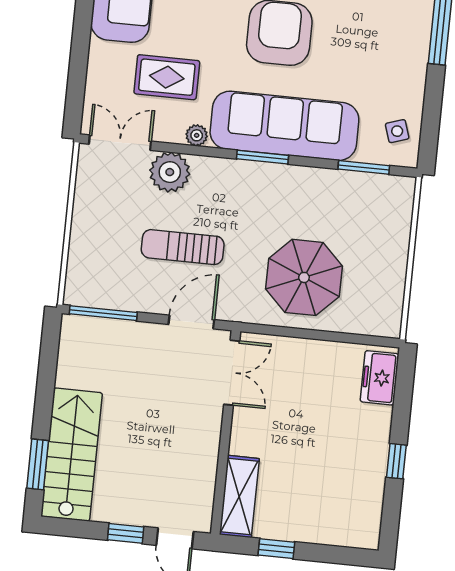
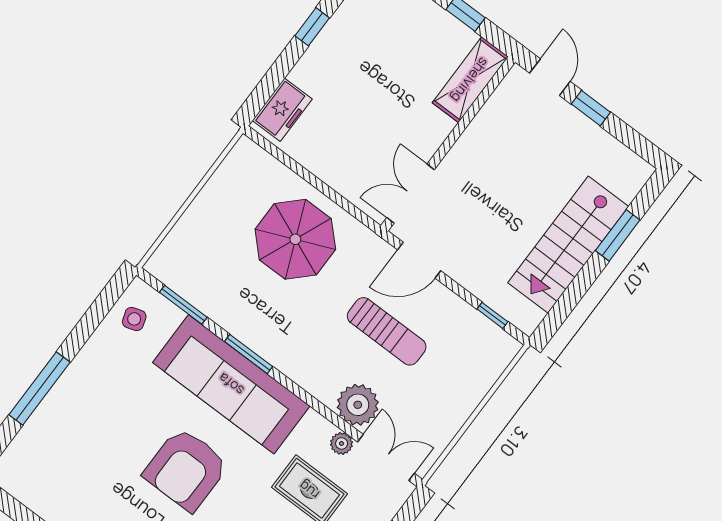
plant: (197, 135) -> (342, 443), moved
double door: (120, 143) -> (386, 458), swing flipped
window: (263, 157) -> (249, 354), moved
window: (103, 313) -> (492, 315), width x0.46
stairs: (72, 455) -> (568, 245), moved
window: (38, 464) -> (618, 235), moved

